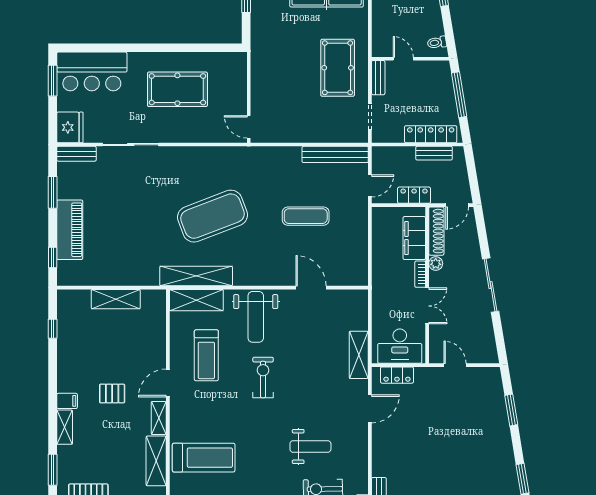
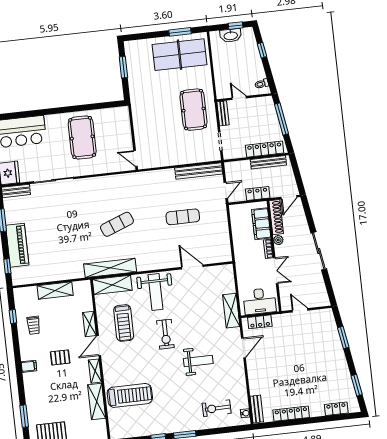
pool table: (177, 89) -> (82, 137), turned 90
bench: (434, 153) -> (268, 162), width x1.36
exercise mat: (212, 216) -> (117, 224), width x0.50, depth x0.69
trolley: (80, 344) -> (33, 325), added
exercise bike: (263, 377) -> (165, 334), turned 180
shelving: (65, 427) -> (89, 324), moved
weight bench: (310, 446) -> (198, 361), moved

